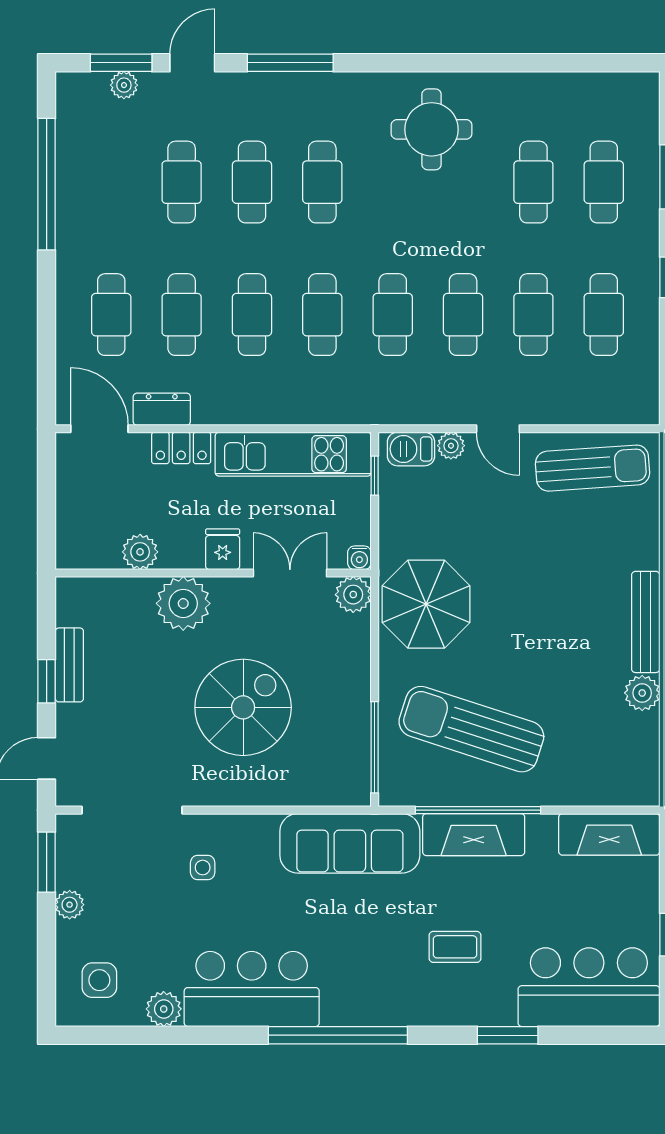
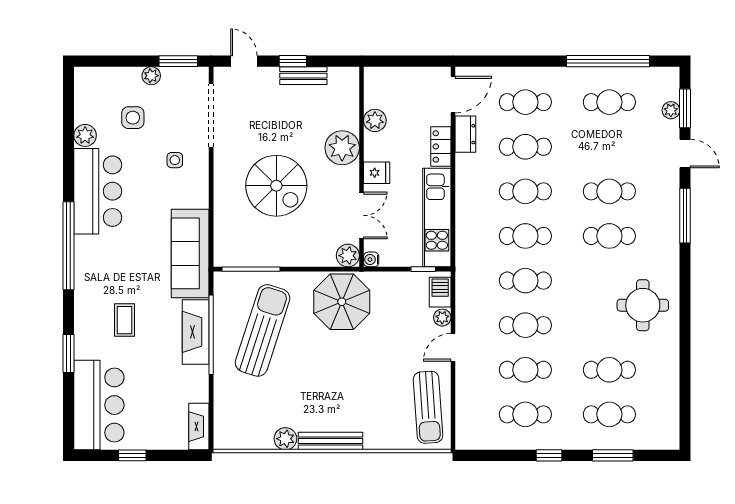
cafe table: (182, 182) -> (609, 102), moved
fireplace: (609, 834) -> (199, 427), width x0.73, depth x0.76
side table: (99, 980) -> (133, 118), moved

